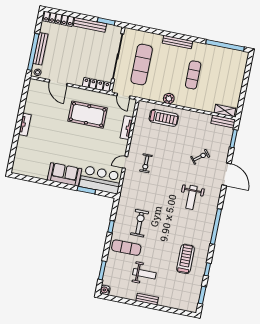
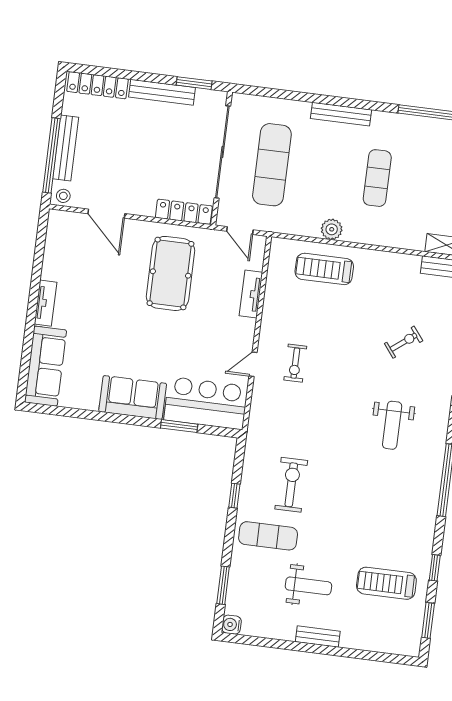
pool table: (88, 115) -> (170, 273), turned 90
treadmill: (164, 118) -> (324, 269), turned 180
sofa: (23, 156) -> (46, 366), added
treadmill: (185, 259) -> (386, 583), moved, turned -90

